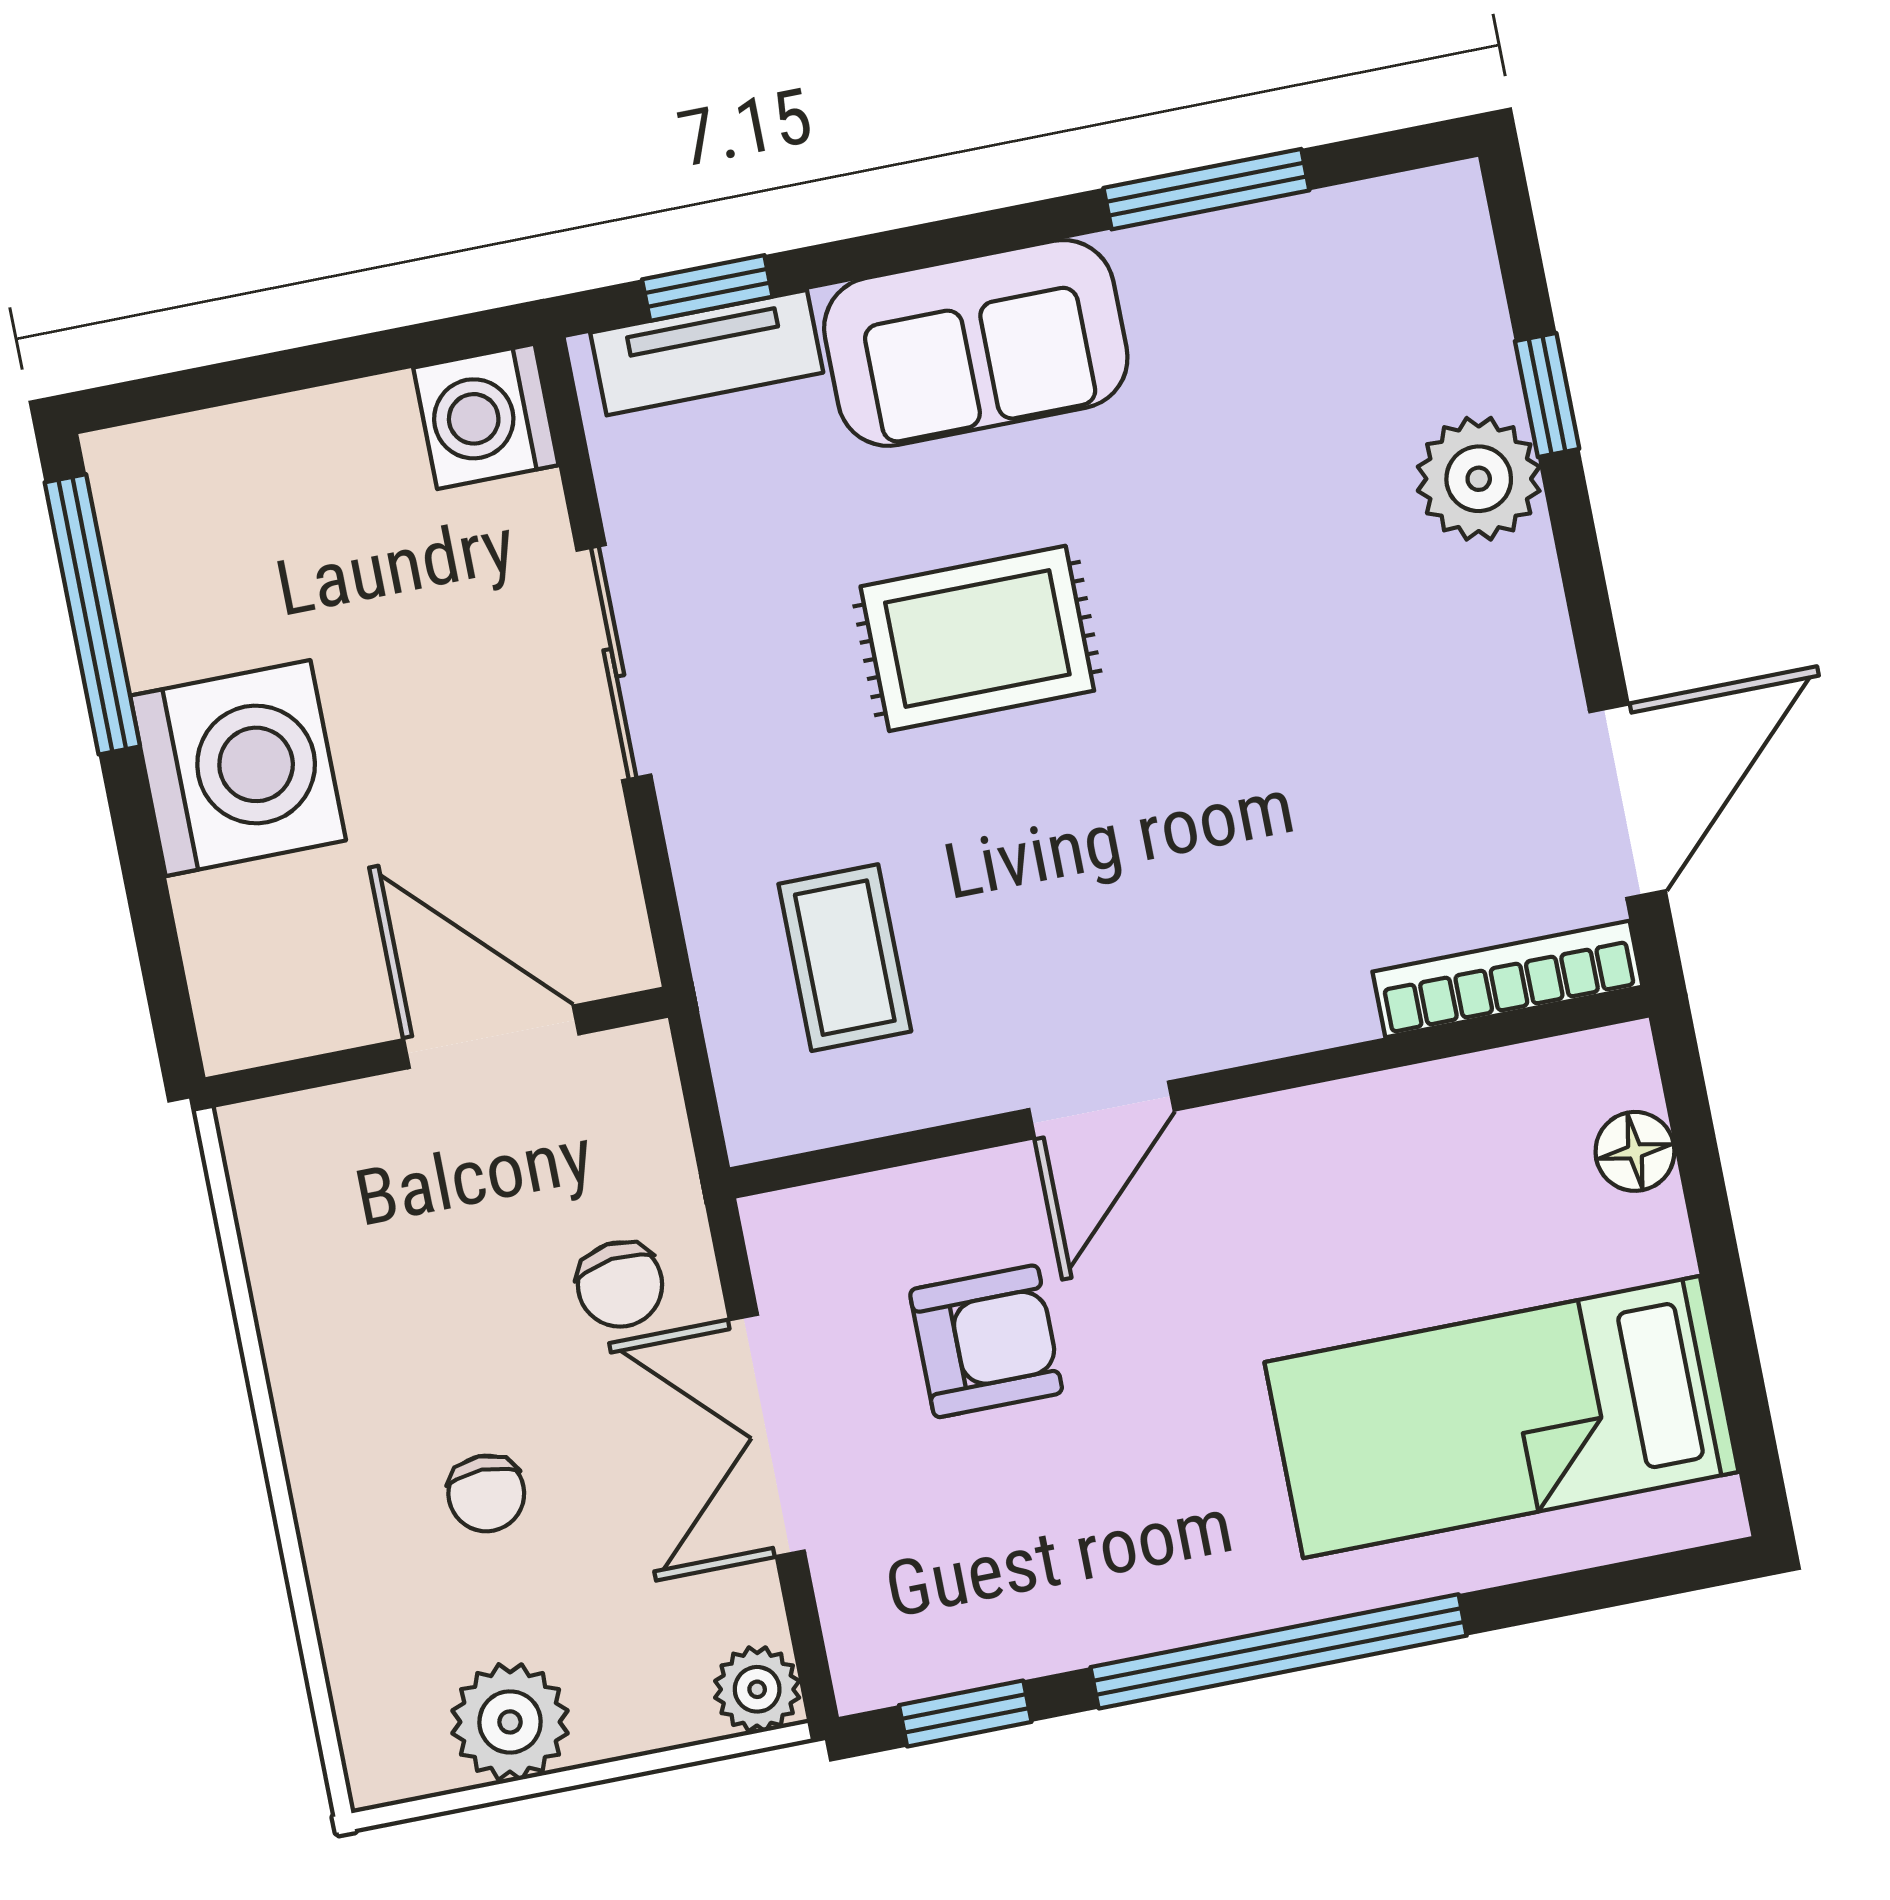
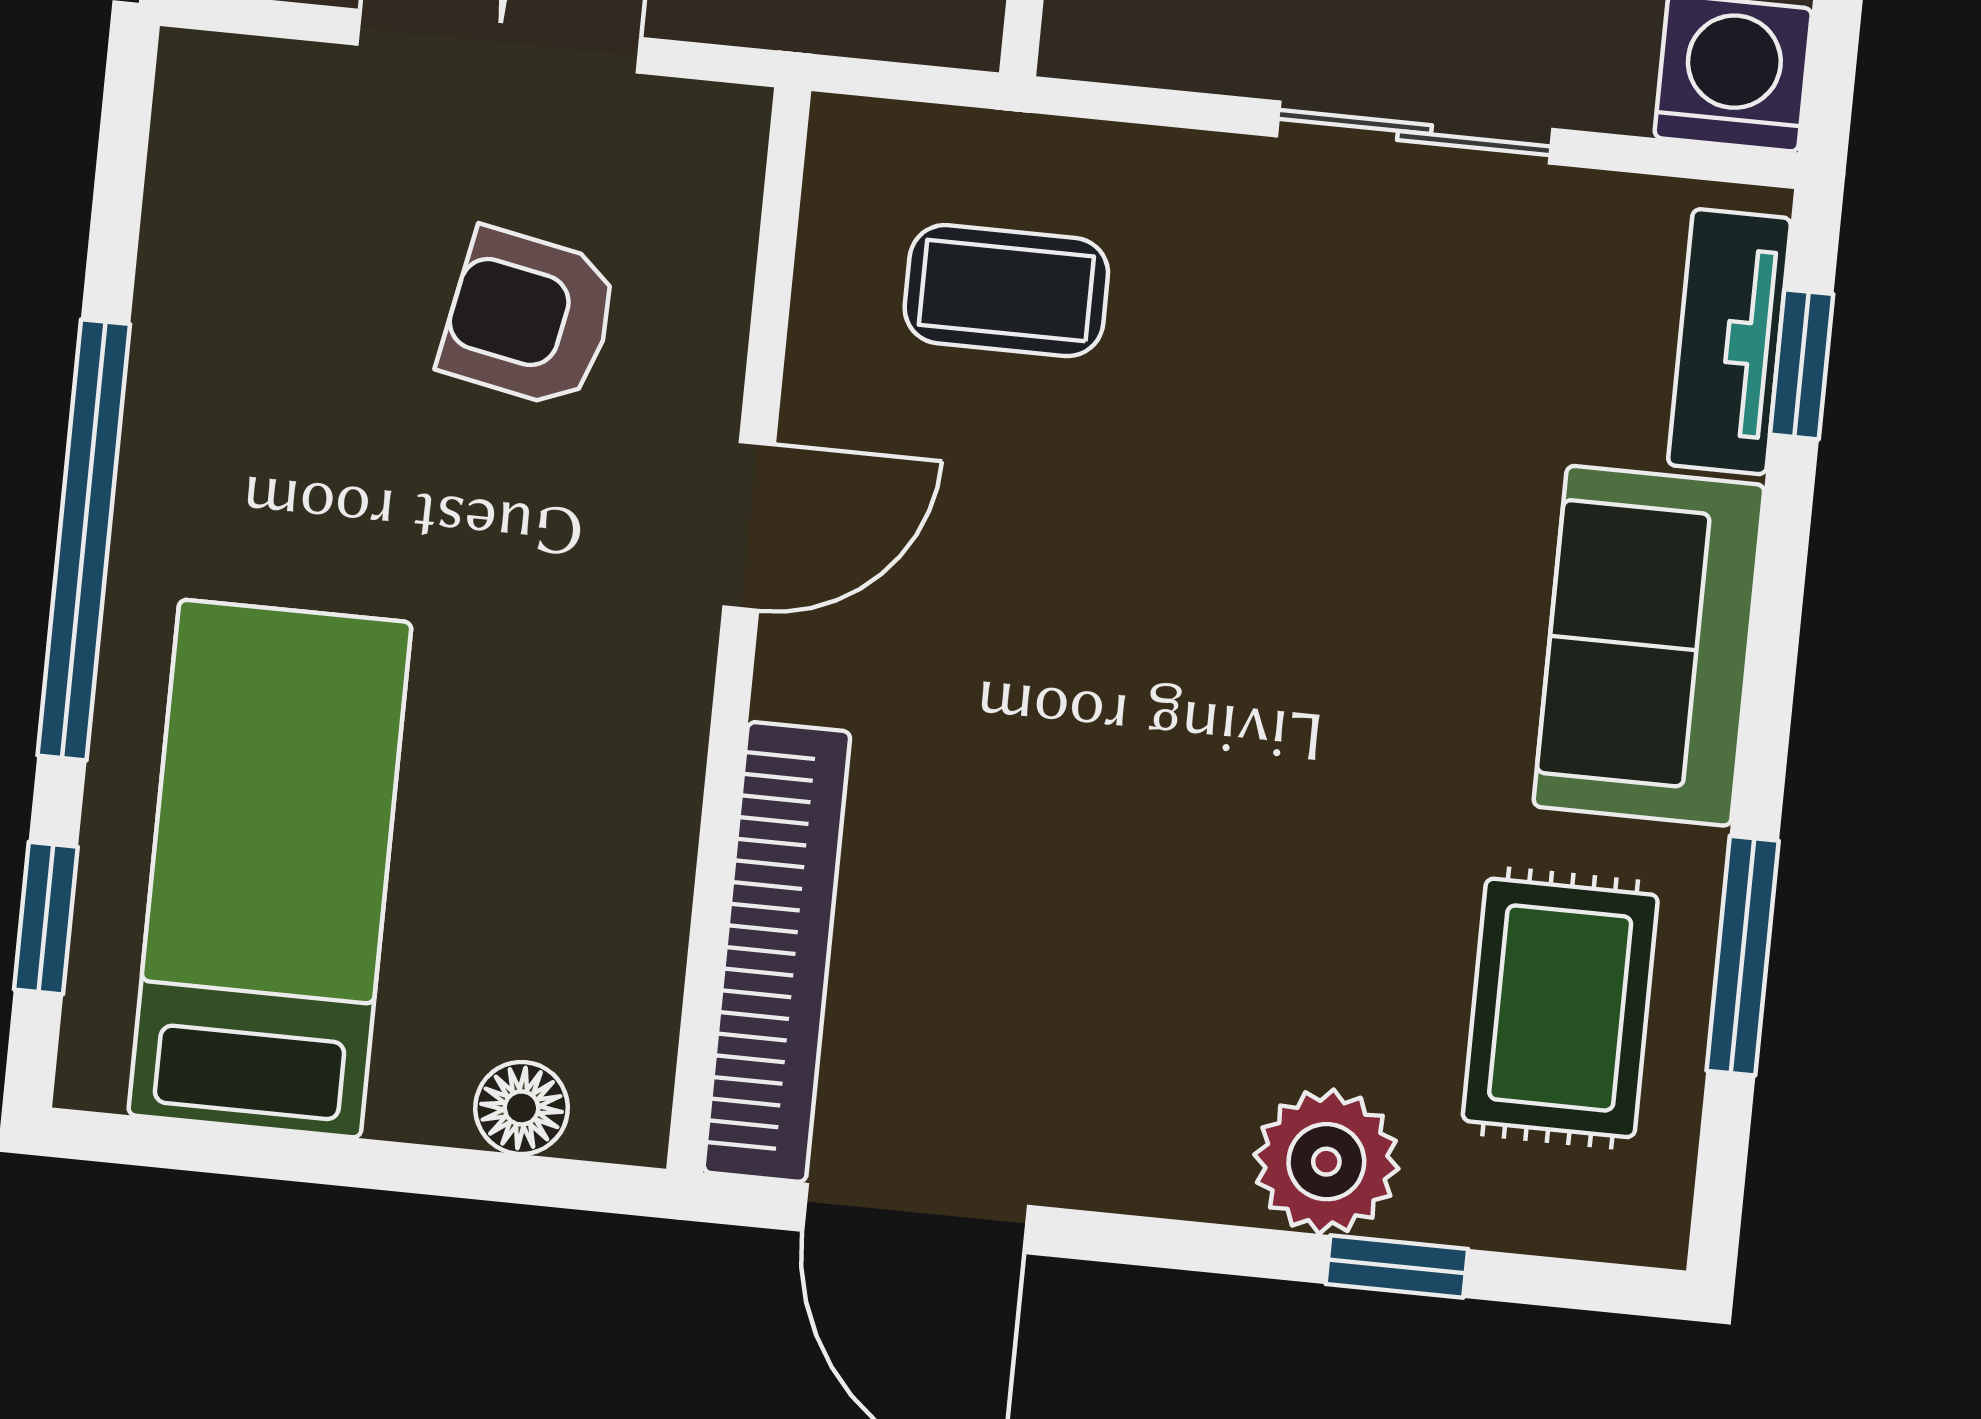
rug: (977, 638) -> (1560, 1008), moved
bookcase: (1507, 979) -> (777, 952), width x1.48, depth x1.31
door: (1102, 1110) -> (749, 526), swing flipped
armchair: (986, 1341) -> (530, 318), turned 101
window: (965, 1713) -> (46, 918), moved

